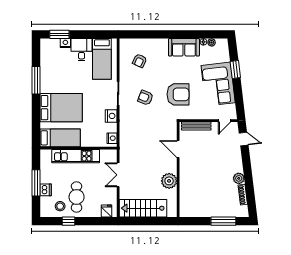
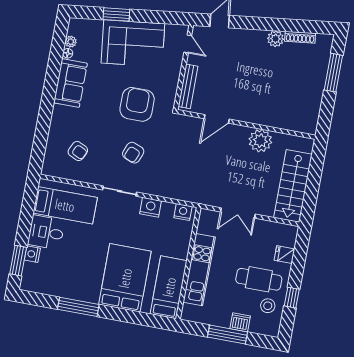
fridge: (107, 211) -> (284, 255), moved

